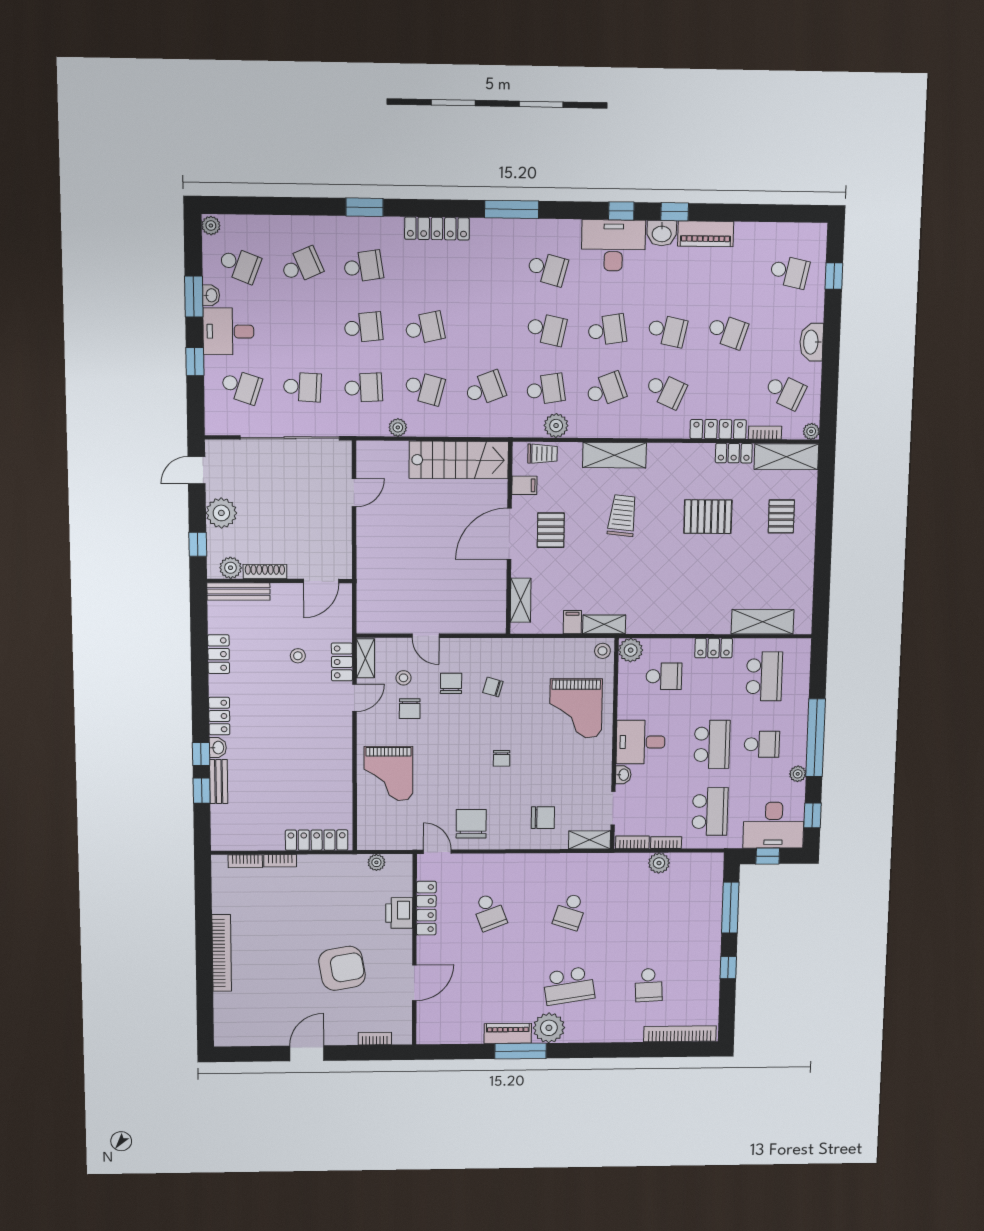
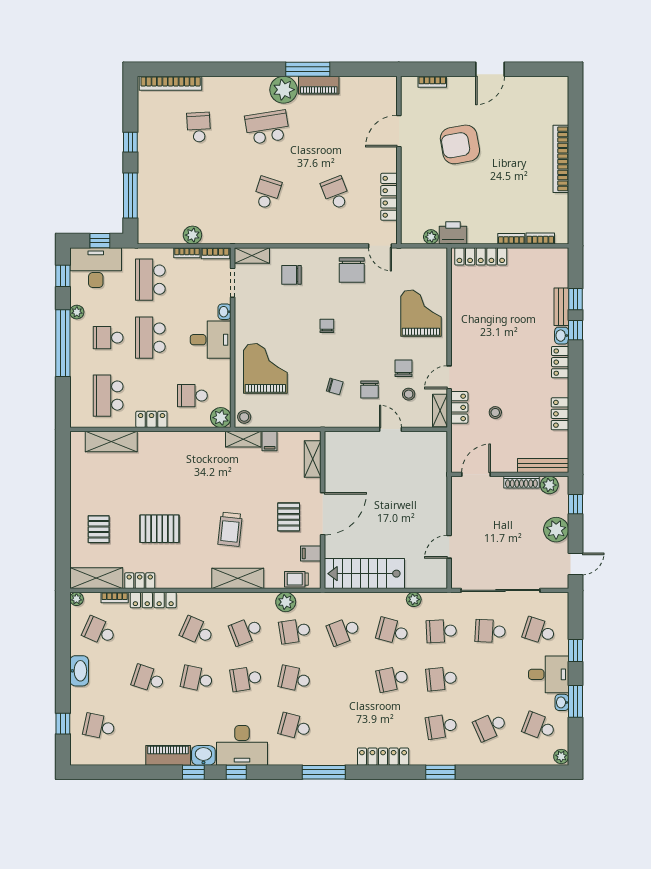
printer: (399, 913) -> (453, 233), moved, turned -90

